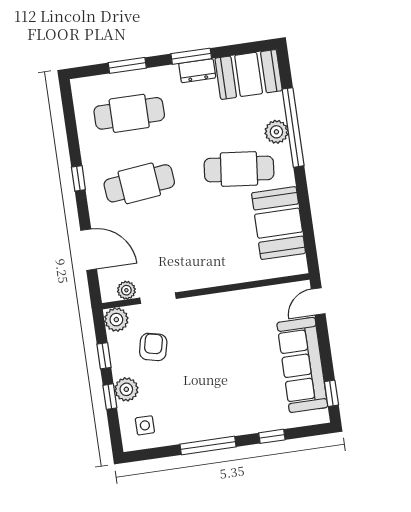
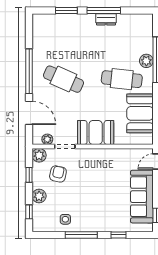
window: (191, 56) -> (104, 11), width x1.44
booth: (249, 74) -> (96, 132), moved
cafe table: (129, 113) -> (63, 38), removed
window: (78, 178) -> (29, 71), width x3.17
cafe table: (139, 183) -> (63, 79), turned 30
window: (110, 397) -> (29, 212), moved
side table: (145, 425) -> (65, 219), moved

